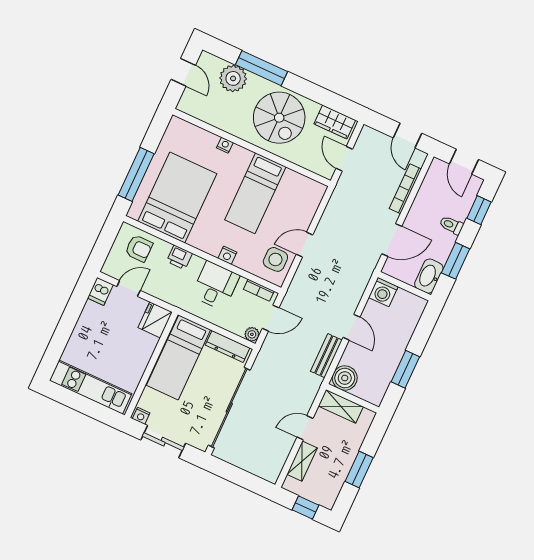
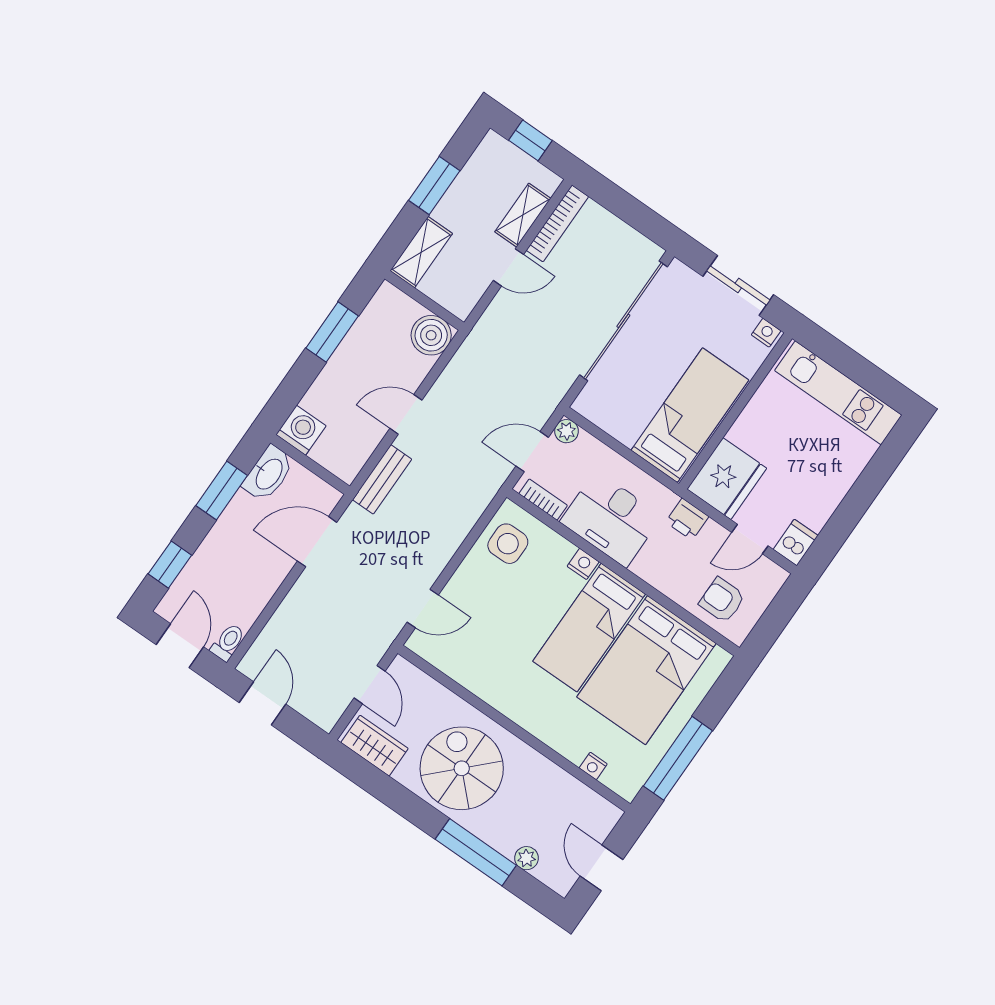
plant: (233, 78) -> (526, 858), width x0.53, depth x0.53
nightstand: (225, 145) -> (593, 766), moved
window: (136, 174) -> (678, 758), moved
bookcase: (405, 189) -> (557, 223), moved
bed: (255, 193) -> (589, 628), moved, turned 180
toilet: (451, 225) -> (228, 642), moved, turned -90
door: (305, 245) -> (423, 608), moved
printer: (179, 257) -> (687, 519), moved, turned 180
desk: (215, 286) -> (611, 519), width x1.37
washing machine: (383, 292) -> (301, 430), moved
fridge: (155, 320) -> (727, 479), width x1.36, depth x1.34
door: (351, 327) -> (406, 414), hinge flipped
dresser: (228, 346) -> (609, 419), removed
bench: (326, 356) -> (382, 479), moved
shelving: (341, 406) -> (421, 252), moved, turned 90

